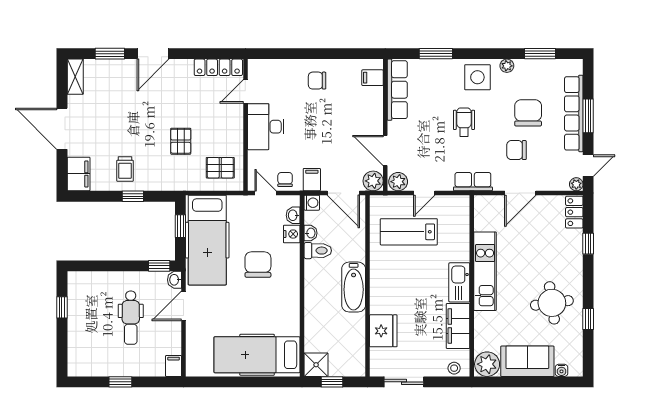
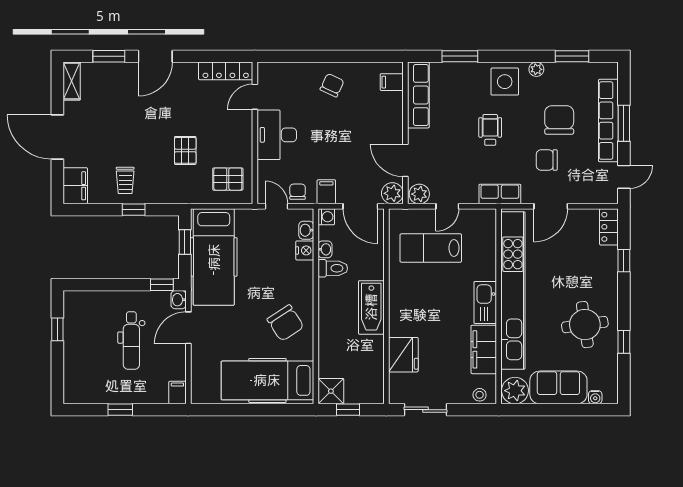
chair: (317, 81) -> (332, 85), turned 115
plant: (576, 184) -> (611, 197), removed
chair: (258, 265) -> (285, 323), moved, turned 147
kitchen unit: (485, 271) -> (513, 290), width x1.86

